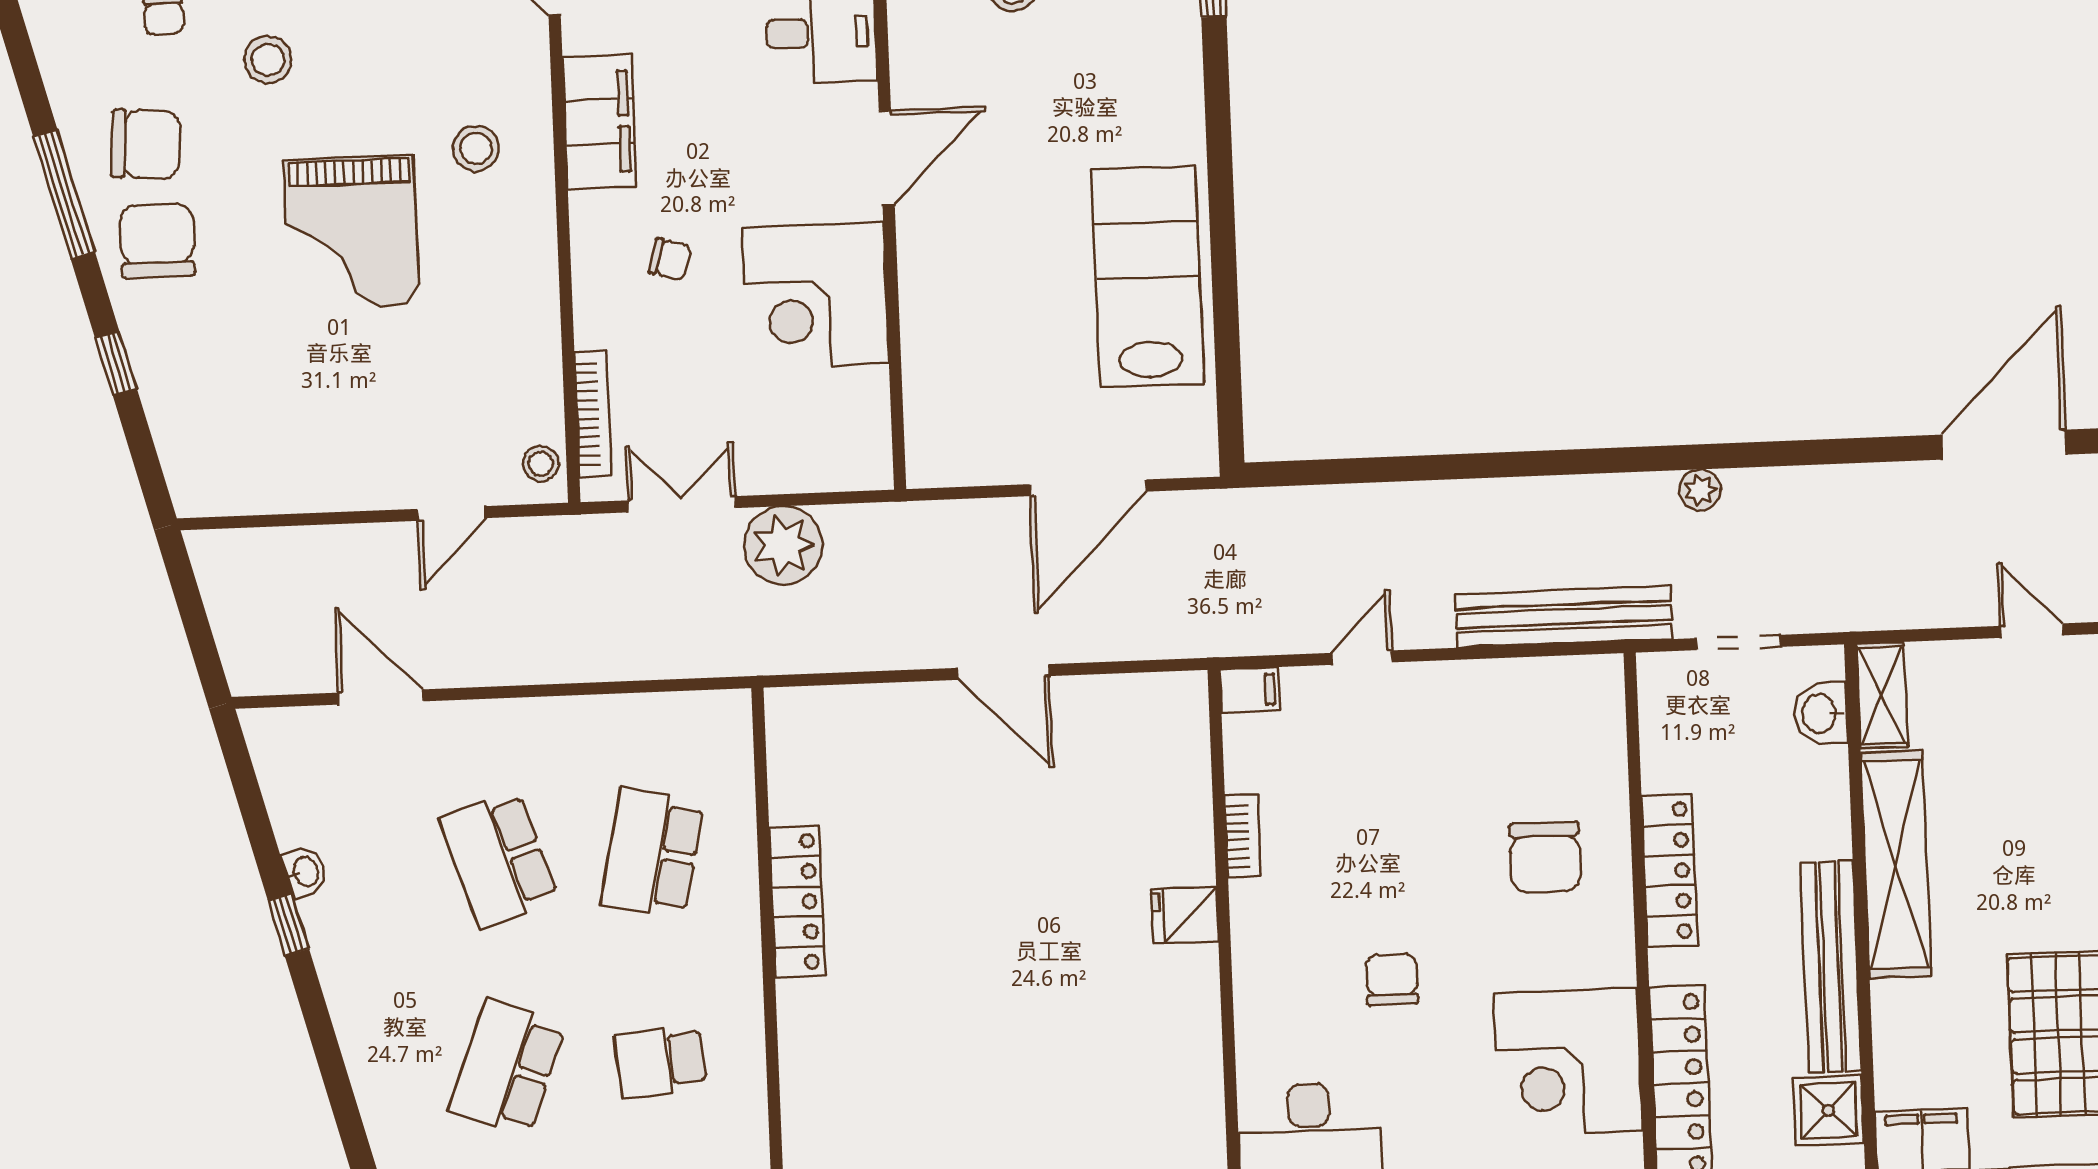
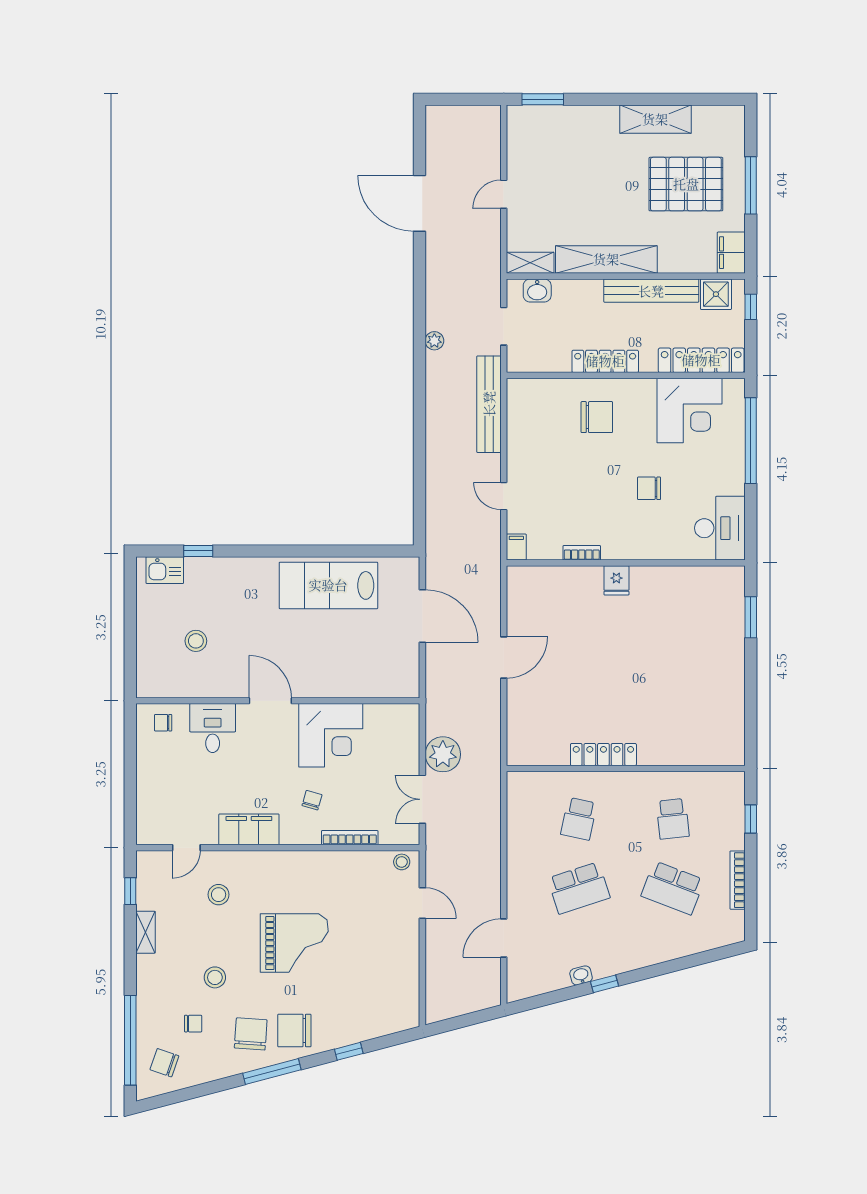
stool: (476, 148) -> (219, 895), moved
bookcase: (593, 414) -> (350, 838), moved
school desk: (652, 853) -> (579, 819), width x0.54

